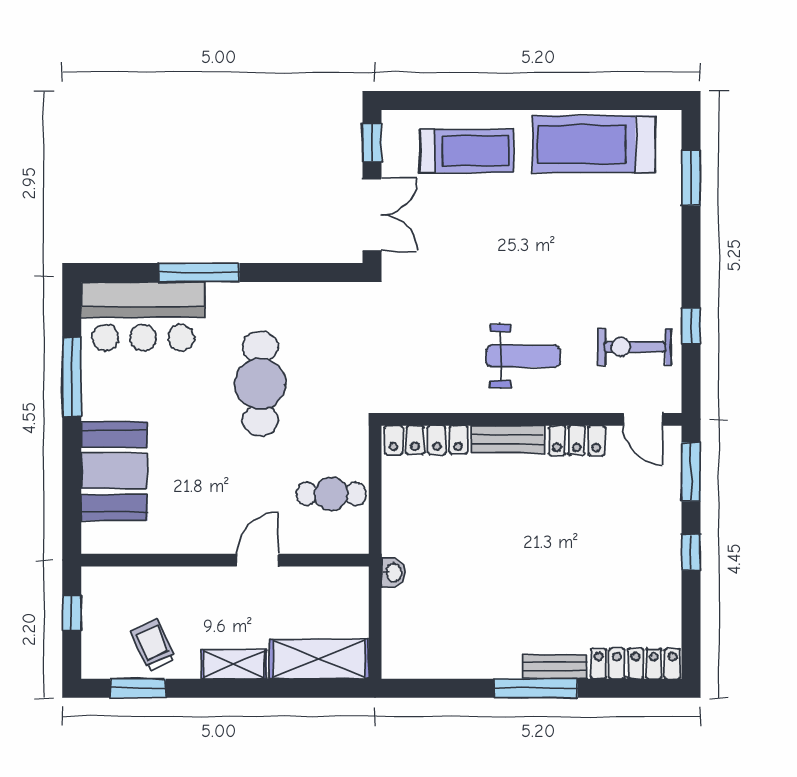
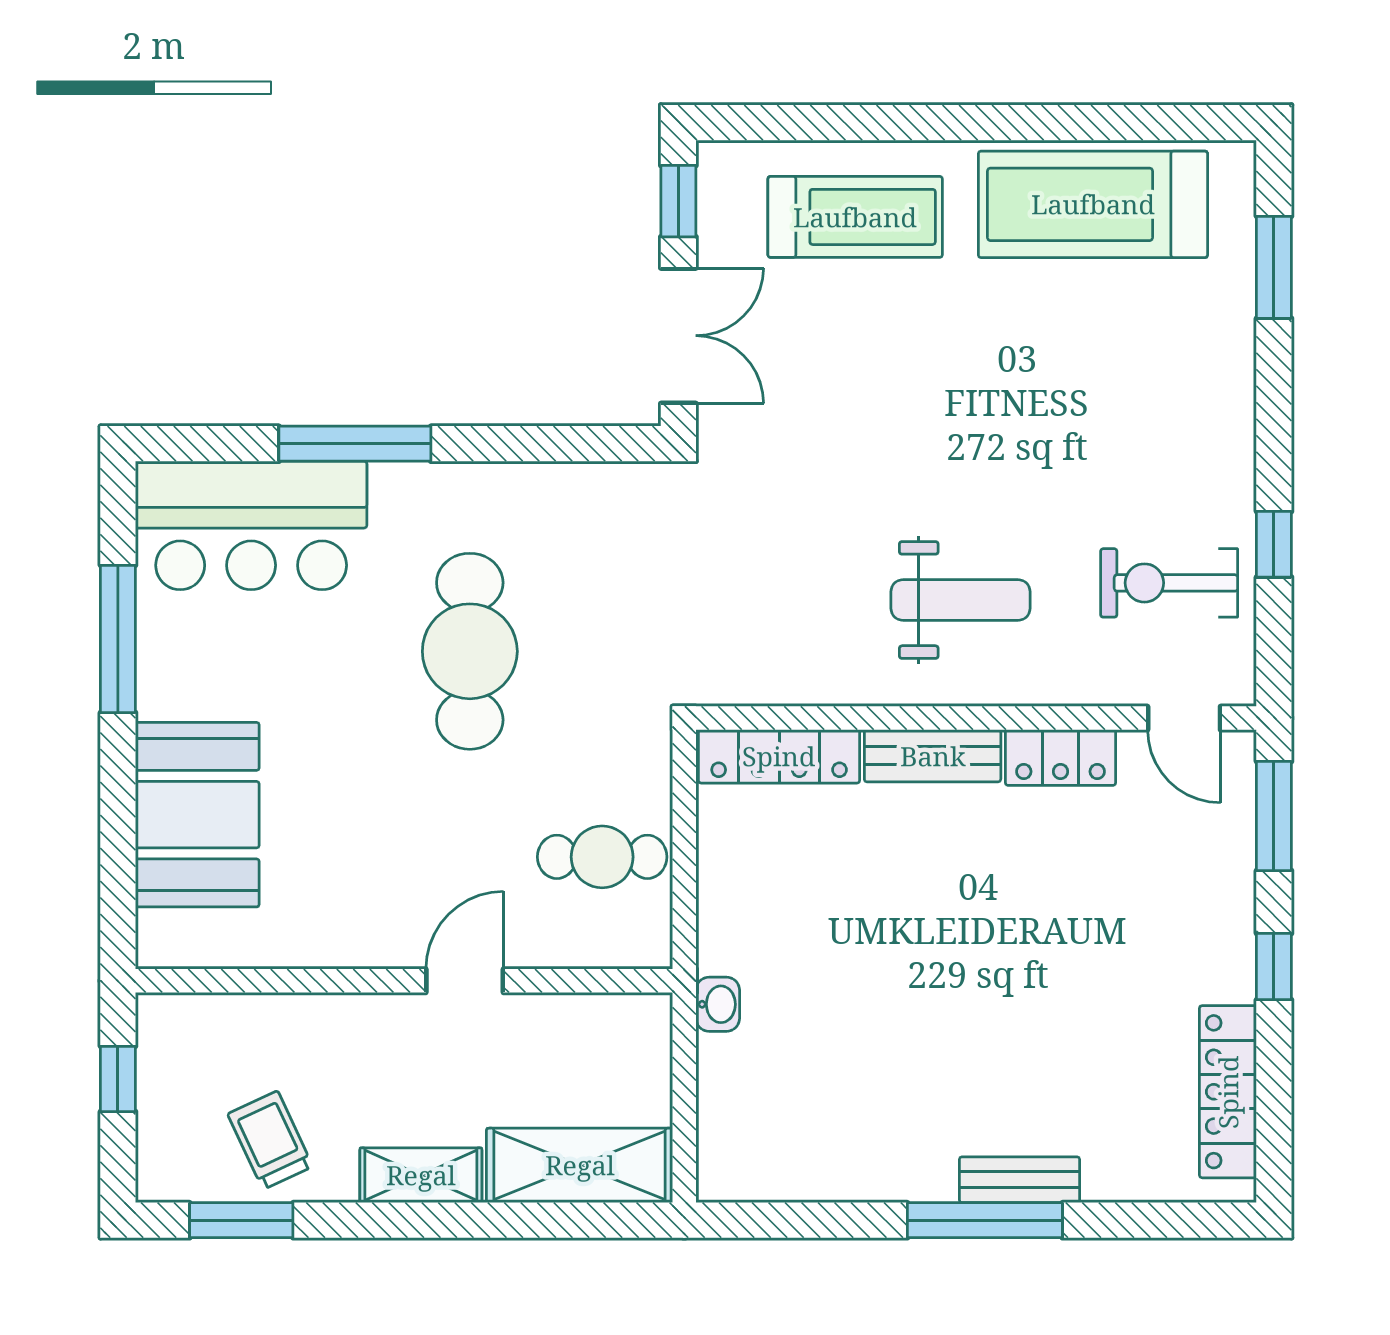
locker: (635, 664) -> (1228, 1092), moved, turned -90

